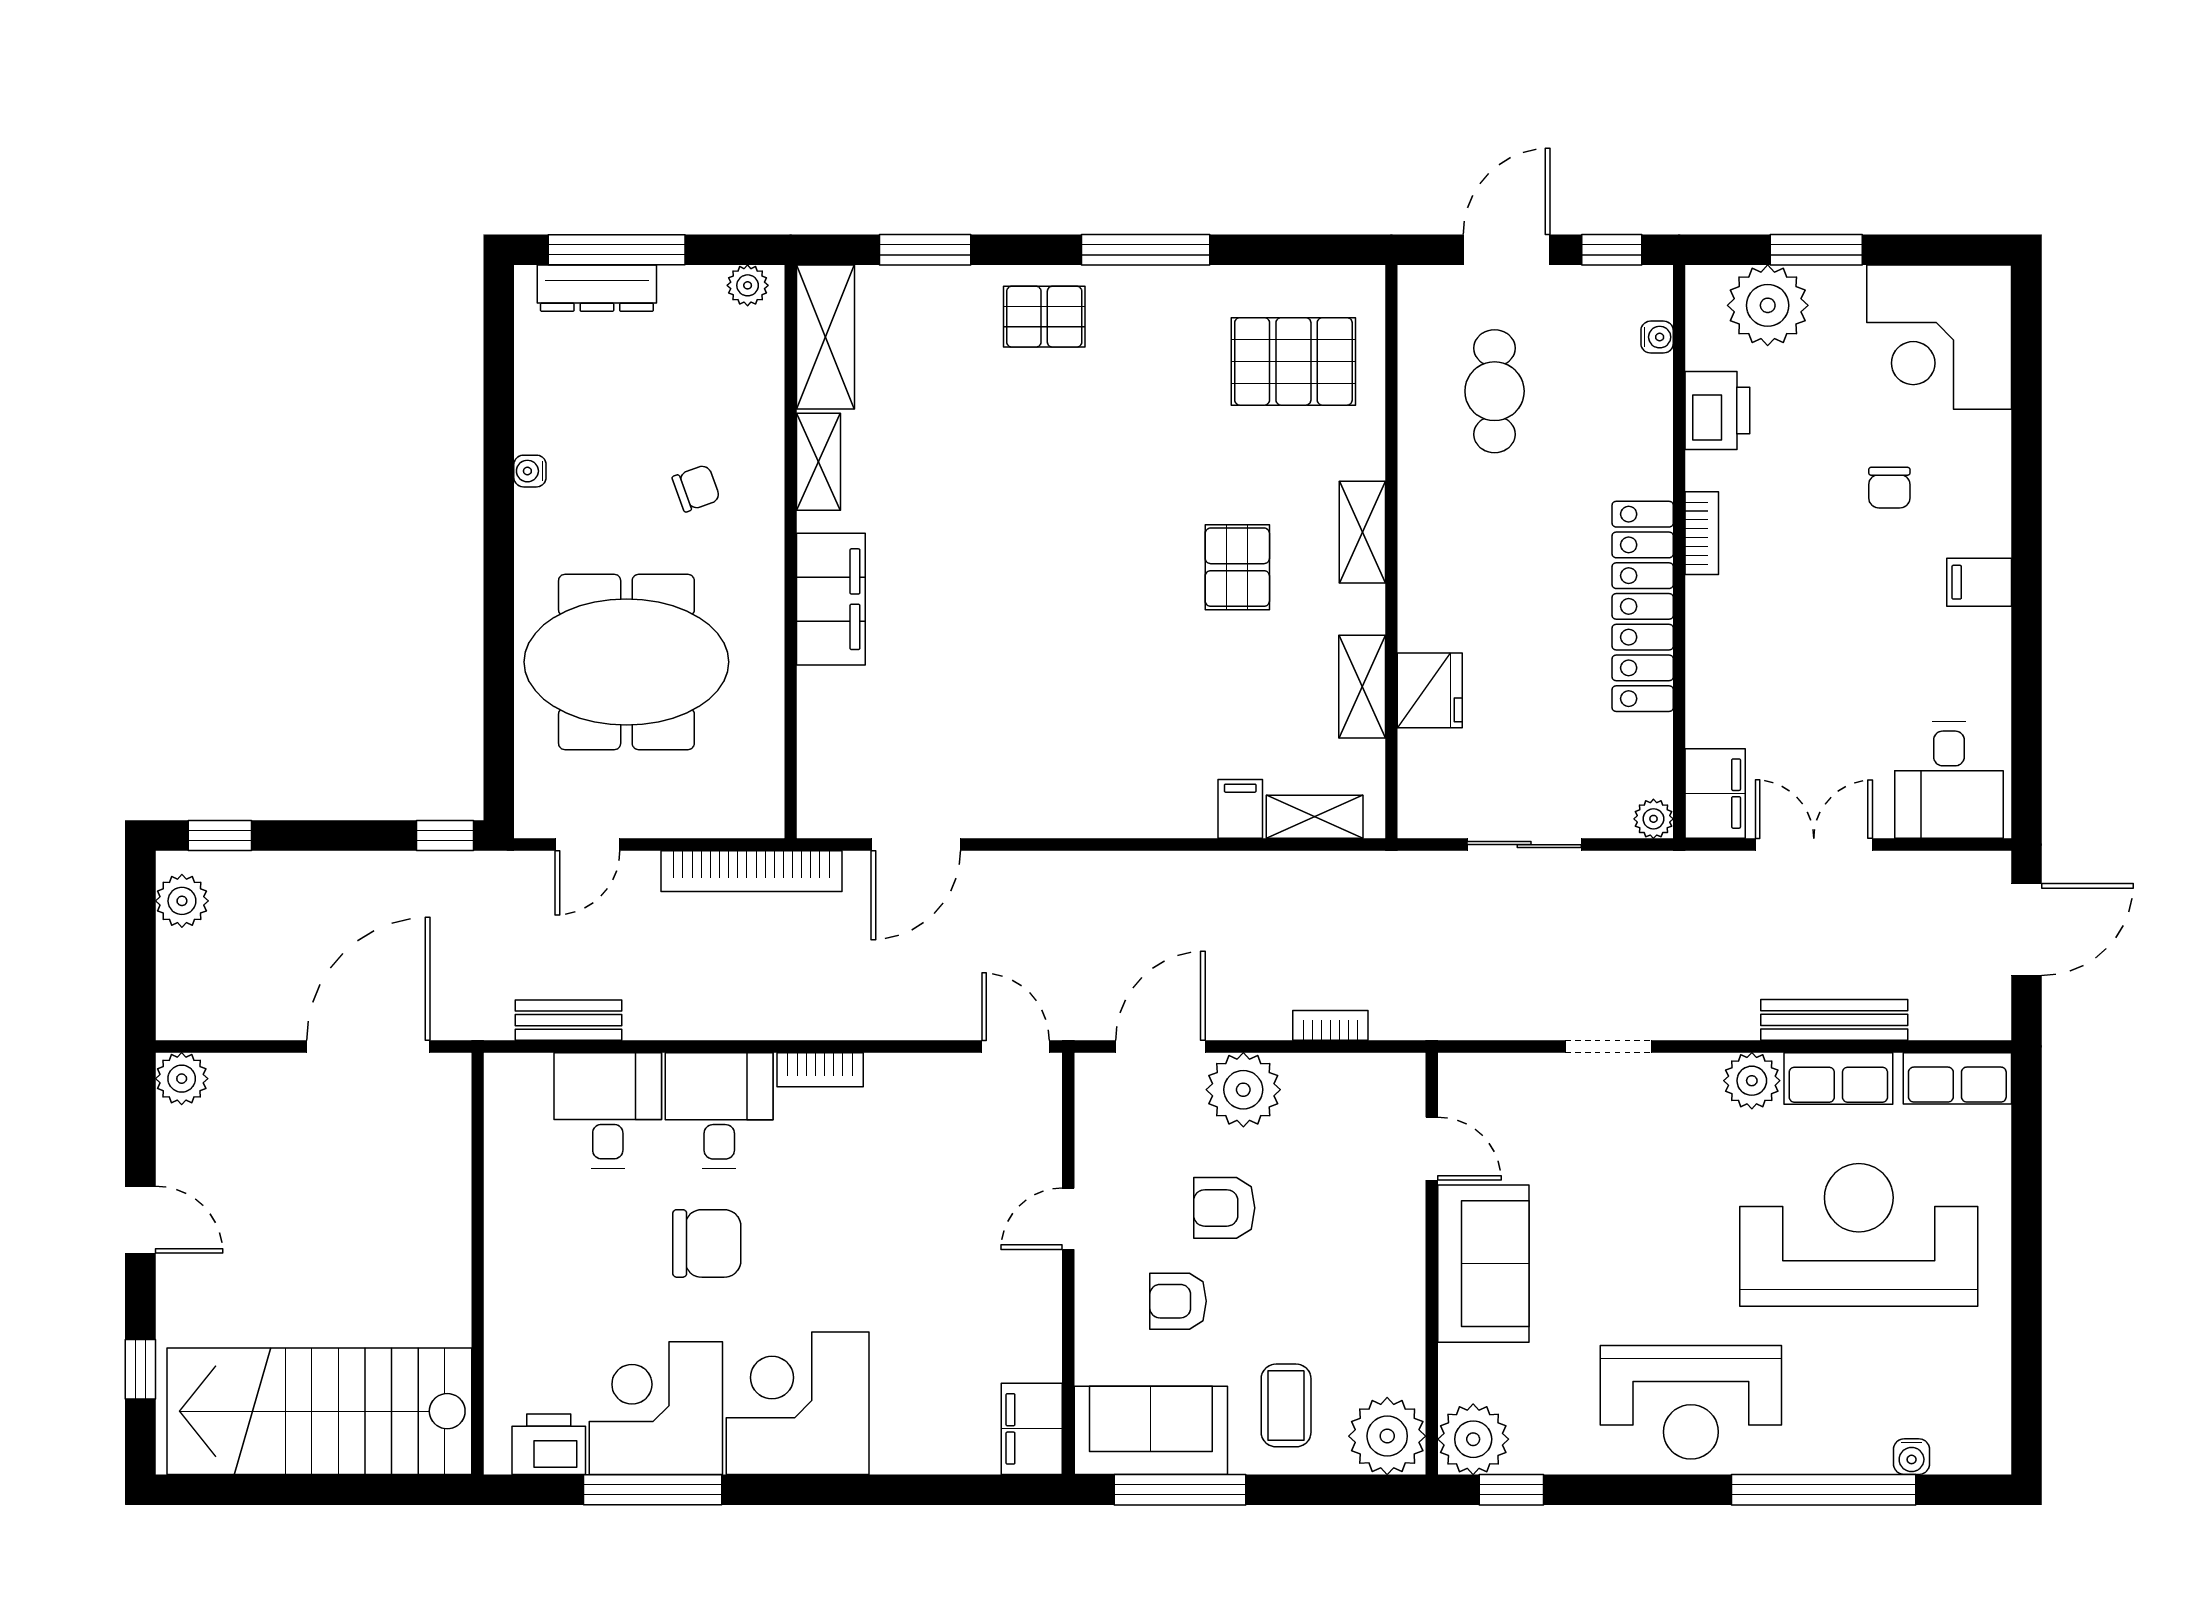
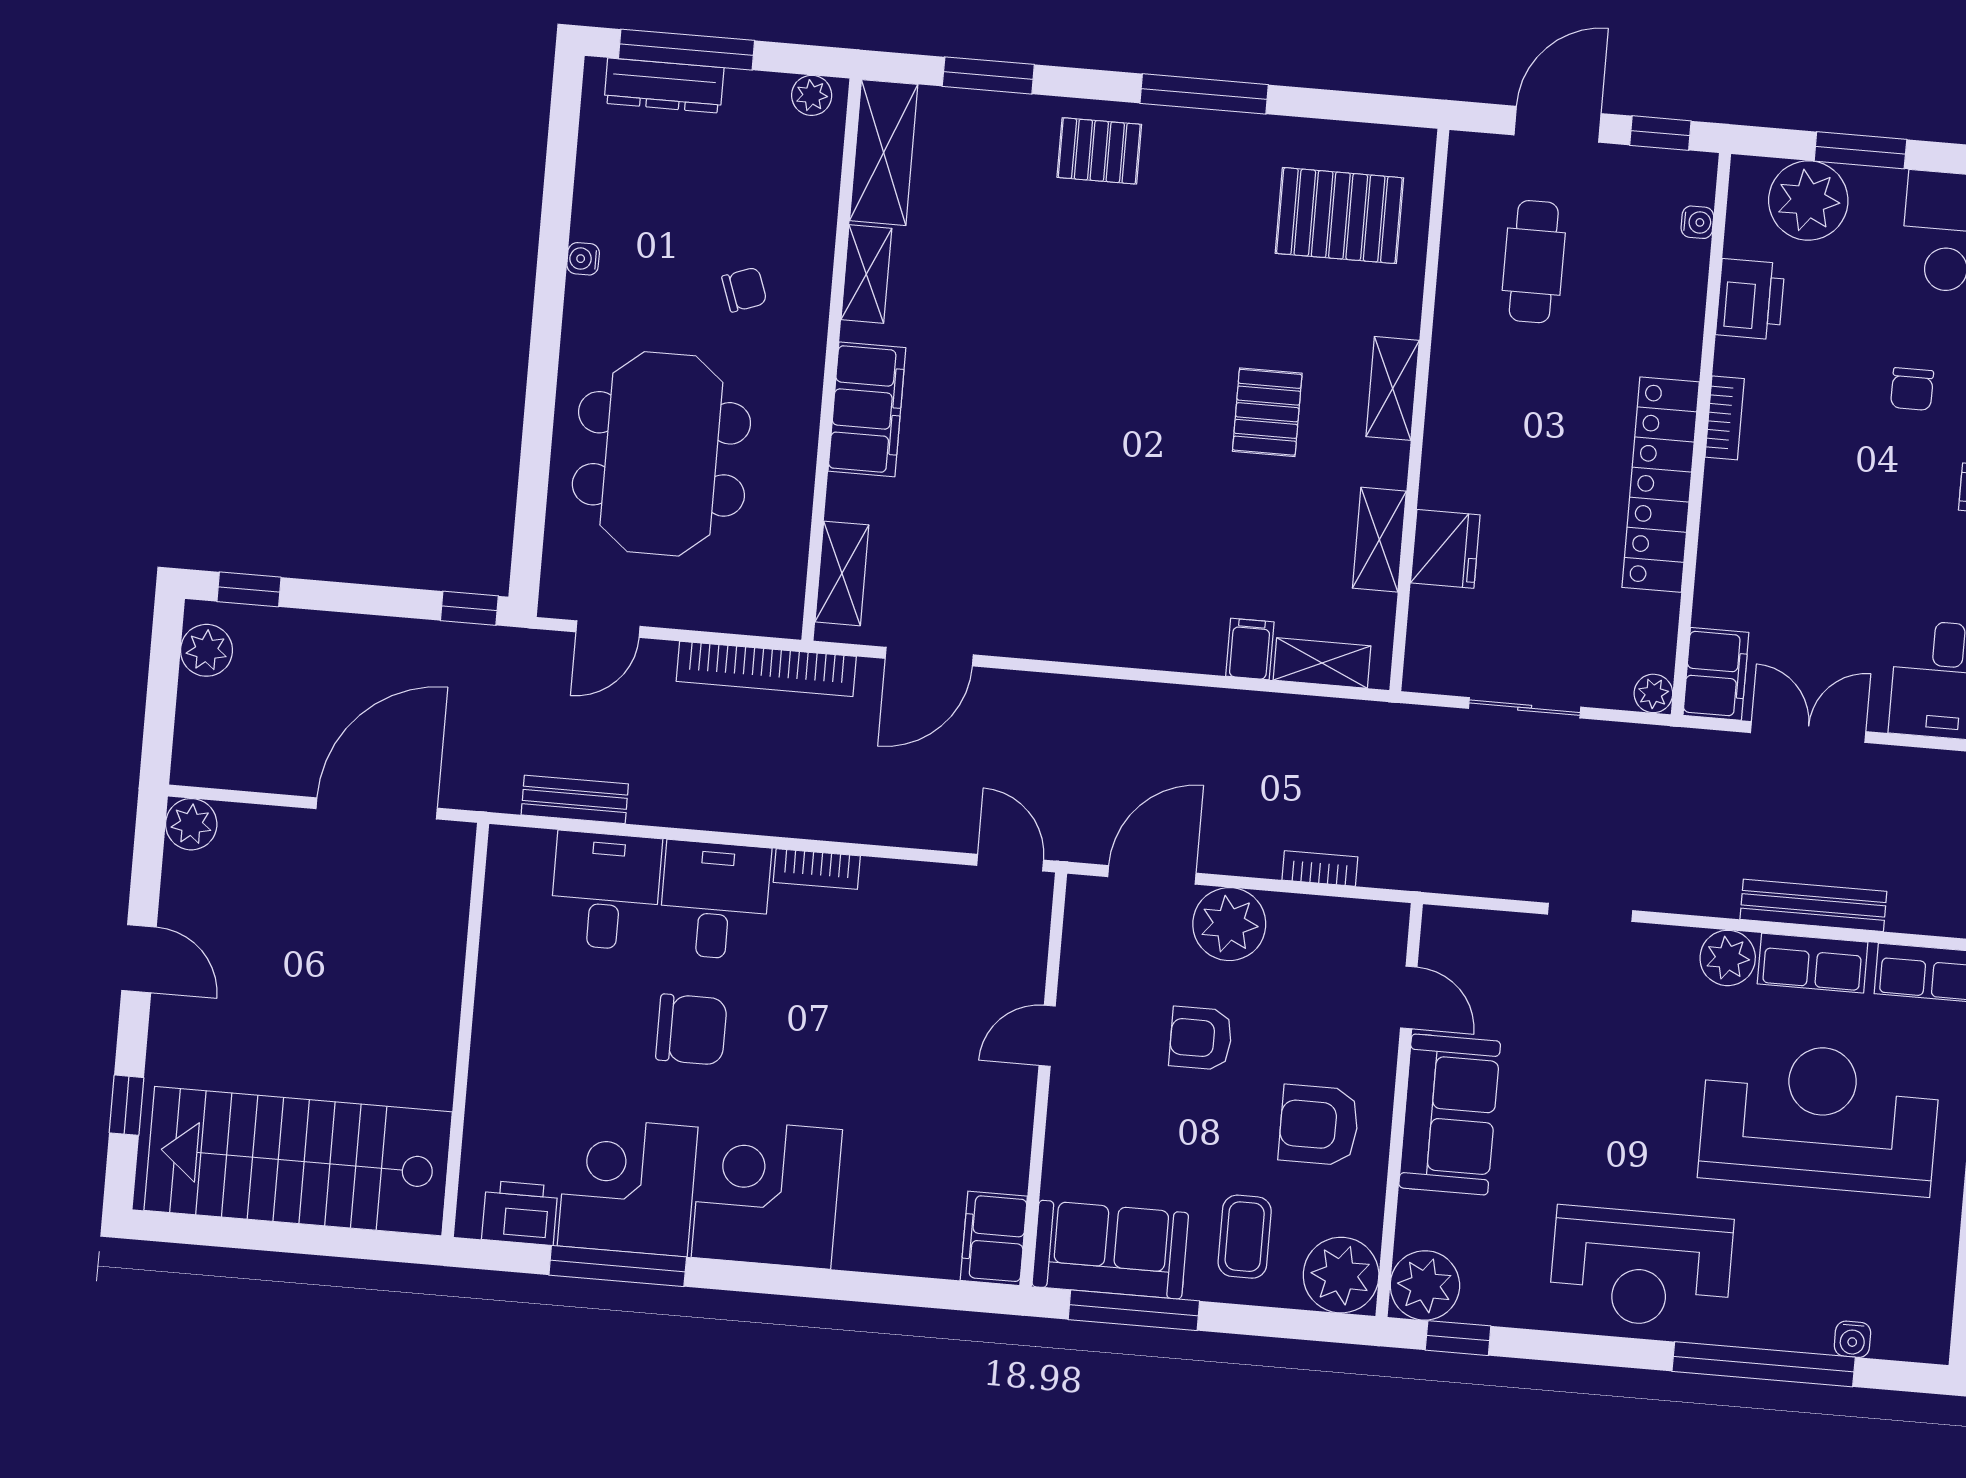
meeting table: (626, 662) -> (661, 454), turned 90
shelving: (820, 768) -> (842, 573), added
armchair: (1178, 1301) -> (1319, 1125), moved, width x1.38, depth x1.38

